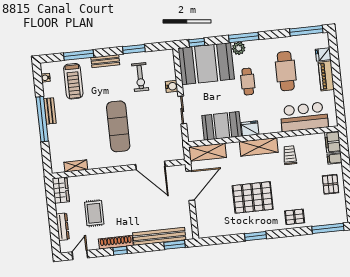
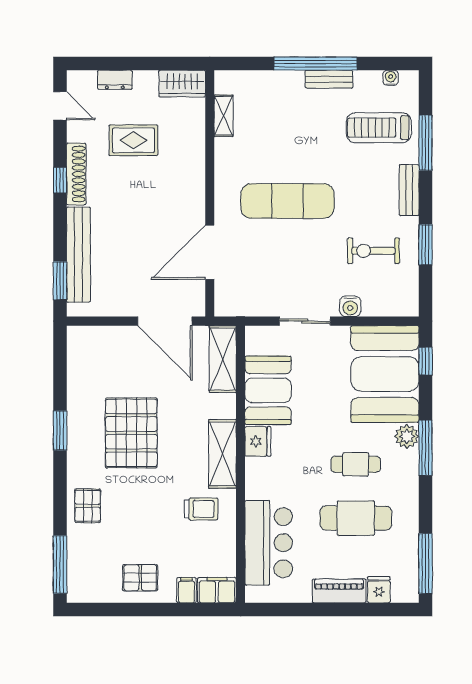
cafe table: (248, 82) -> (356, 464), moved
dresser: (63, 227) -> (115, 80), width x0.70

